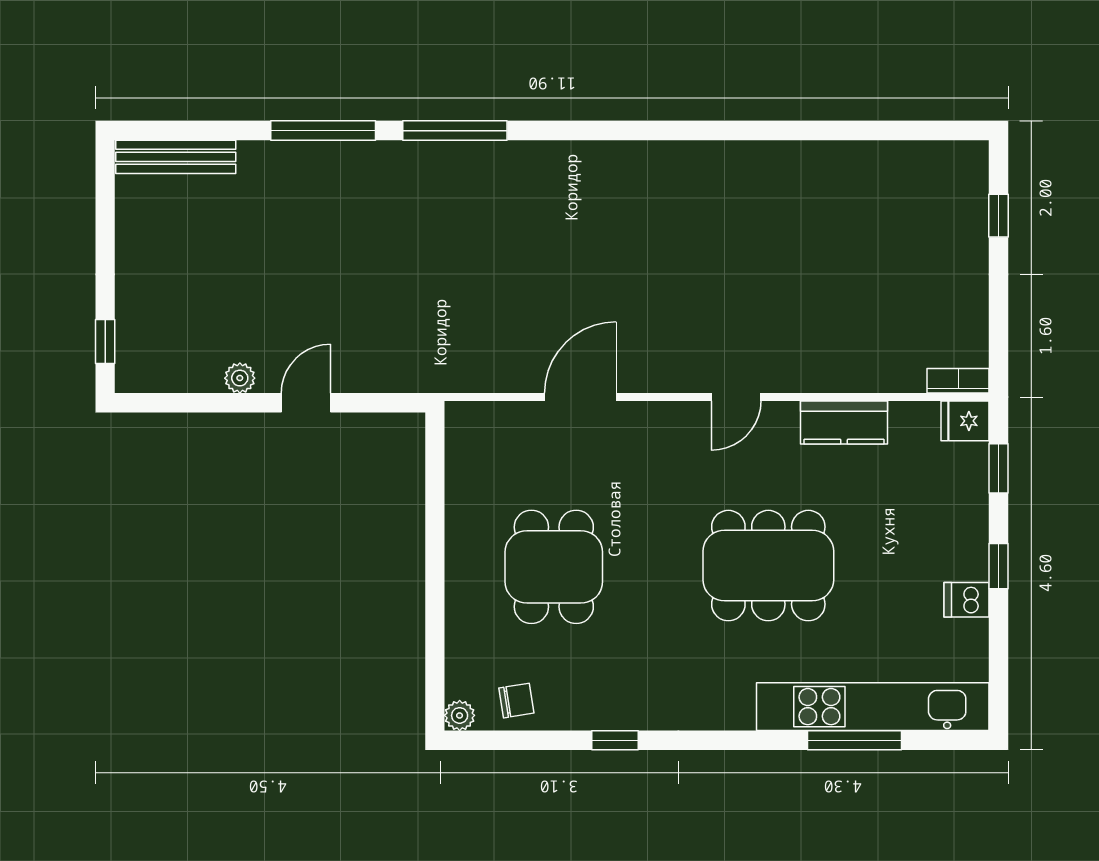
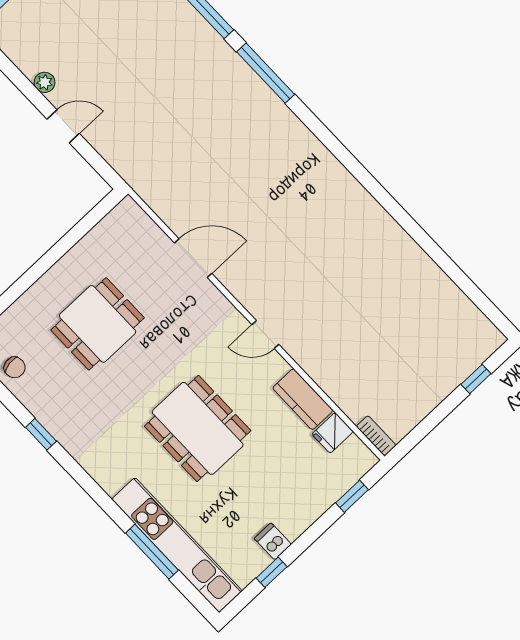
fridge: (965, 421) -> (333, 433), moved, turned -90
window: (999, 566) -> (272, 572), moved

